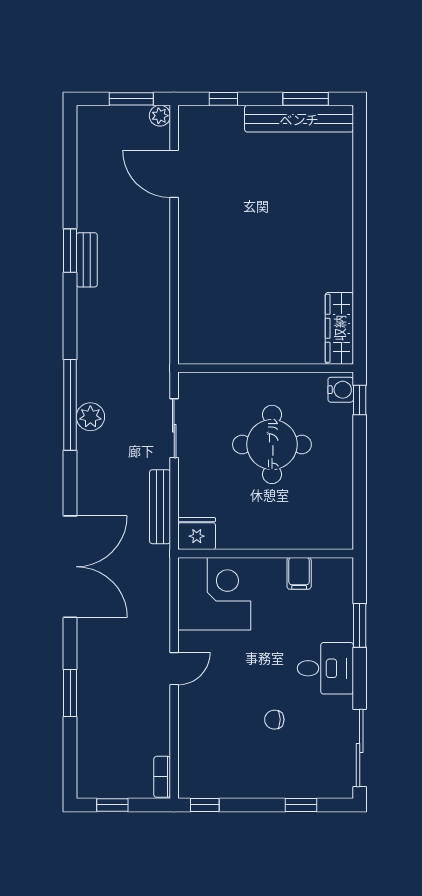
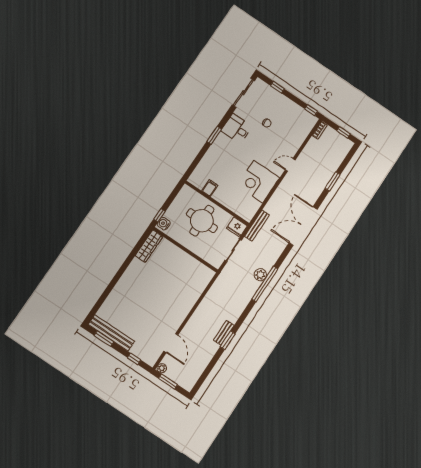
fridge: (197, 534) -> (237, 227), moved
wall: (266, 554) -> (217, 203), moved
filing cabinet: (299, 573) -> (210, 188), moved

